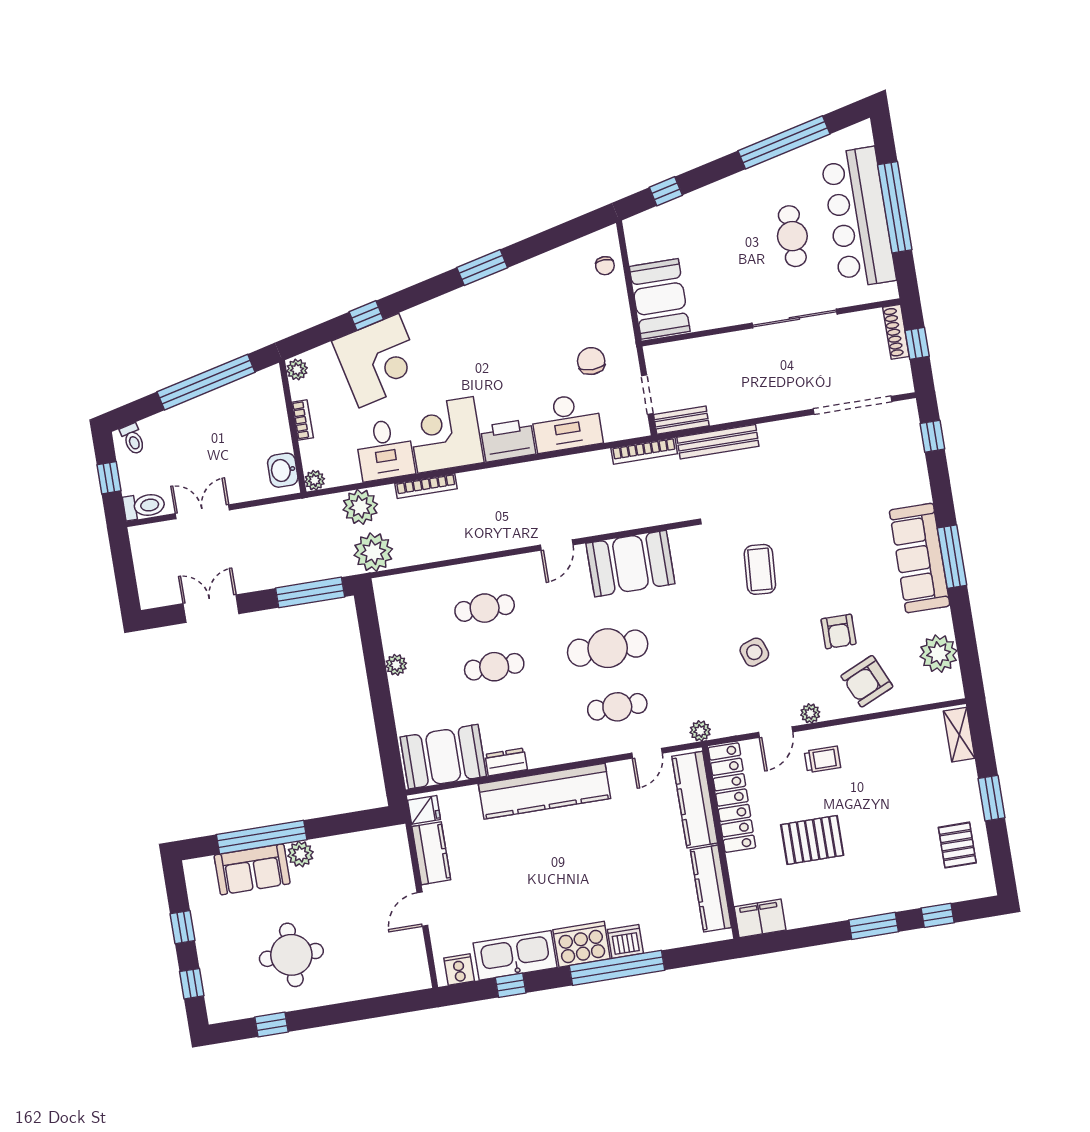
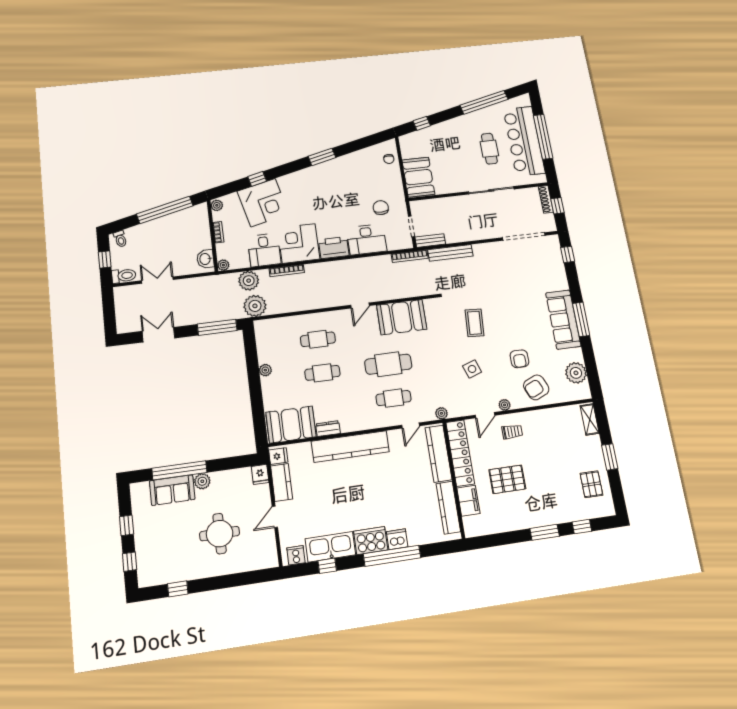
fridge: (395, 841) -> (260, 474), added
filing cabinet: (760, 918) -> (468, 501), moved, turned 90
round table: (291, 955) -> (220, 534), moved

